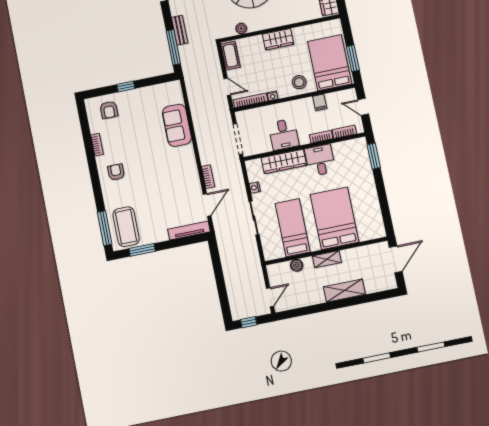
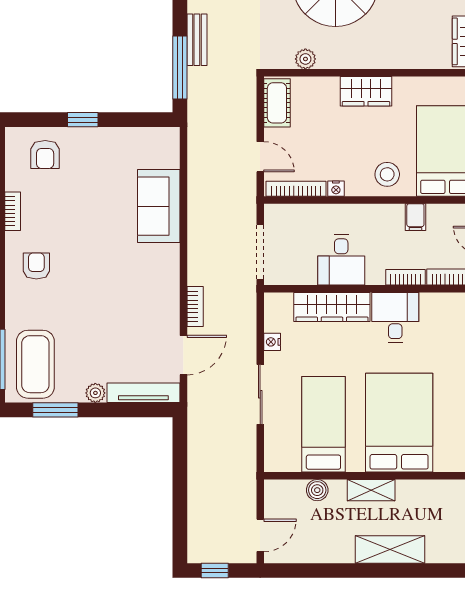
plant: (162, 236) -> (95, 393), added

